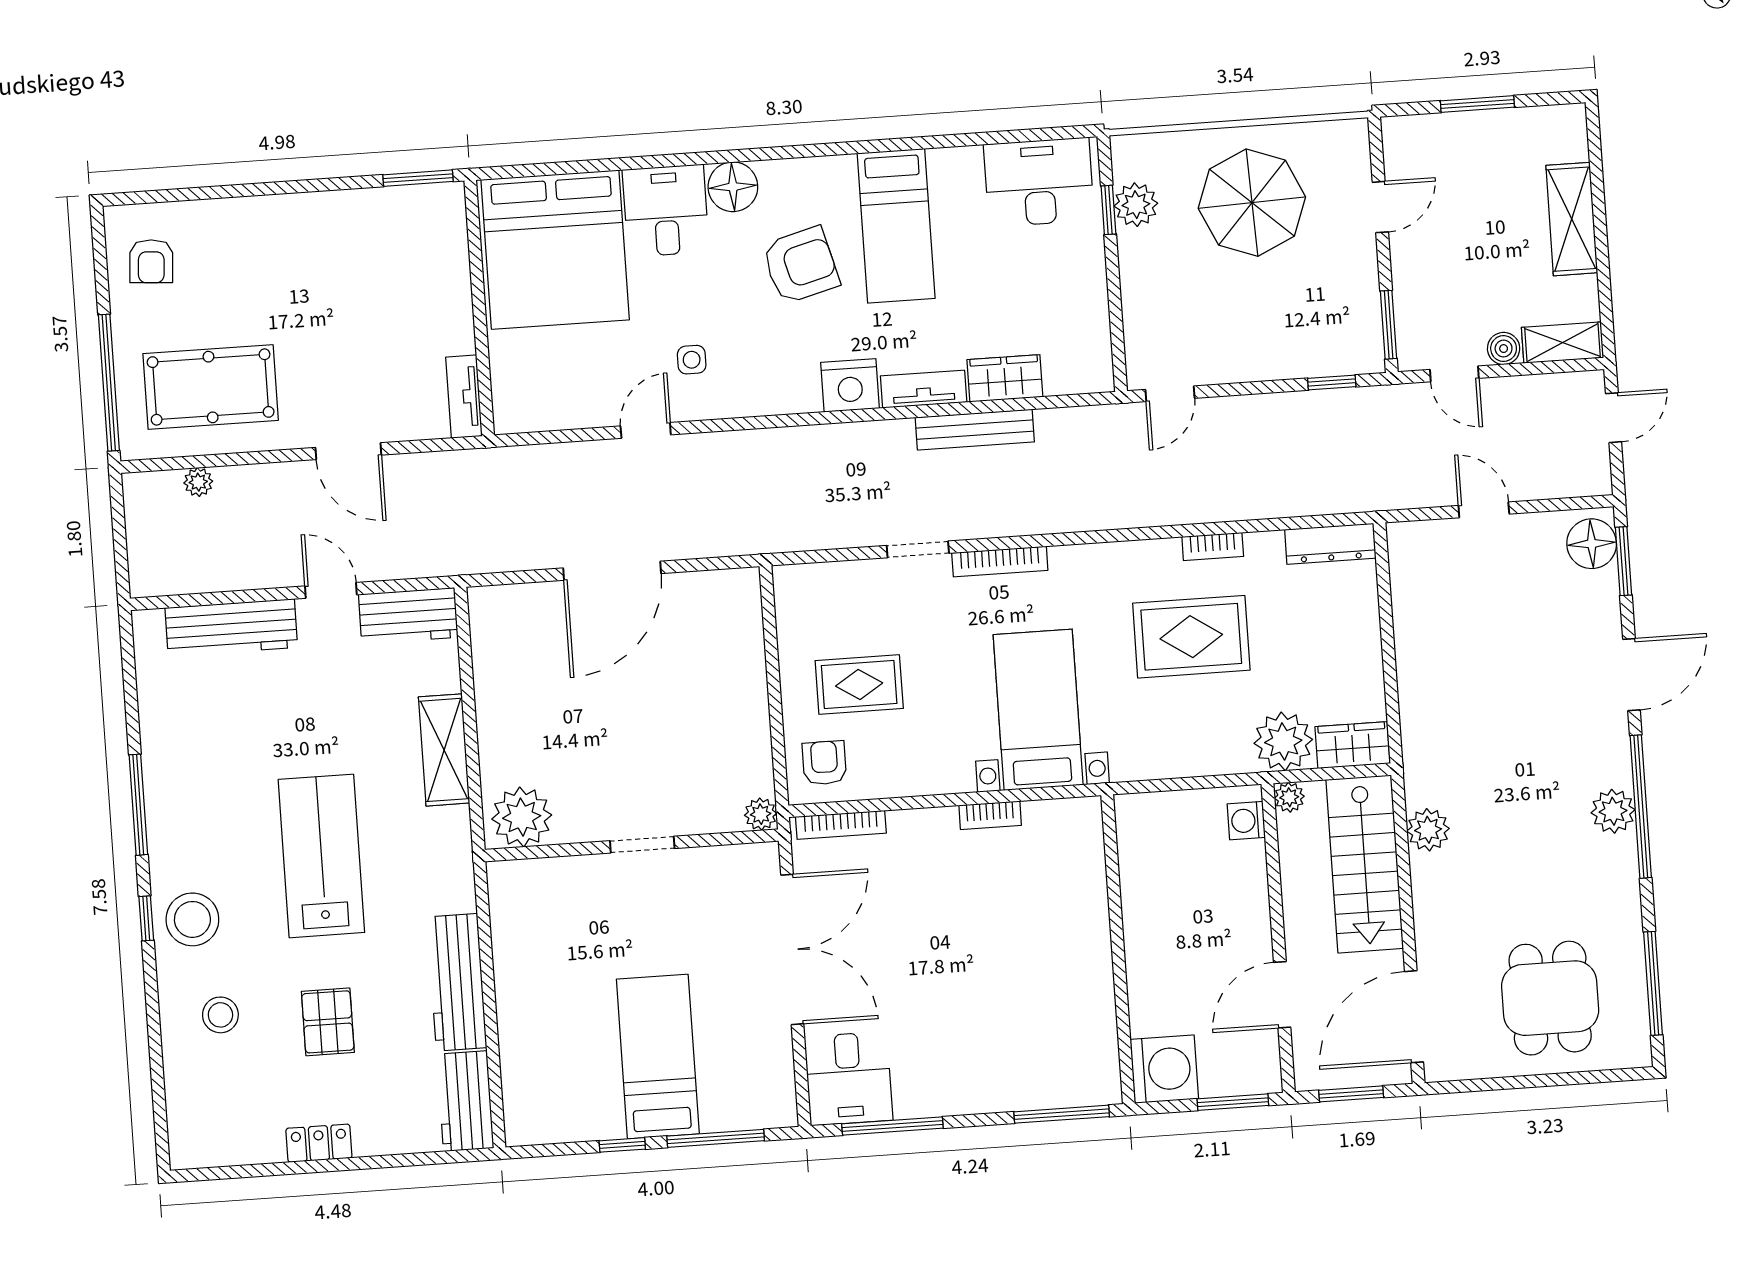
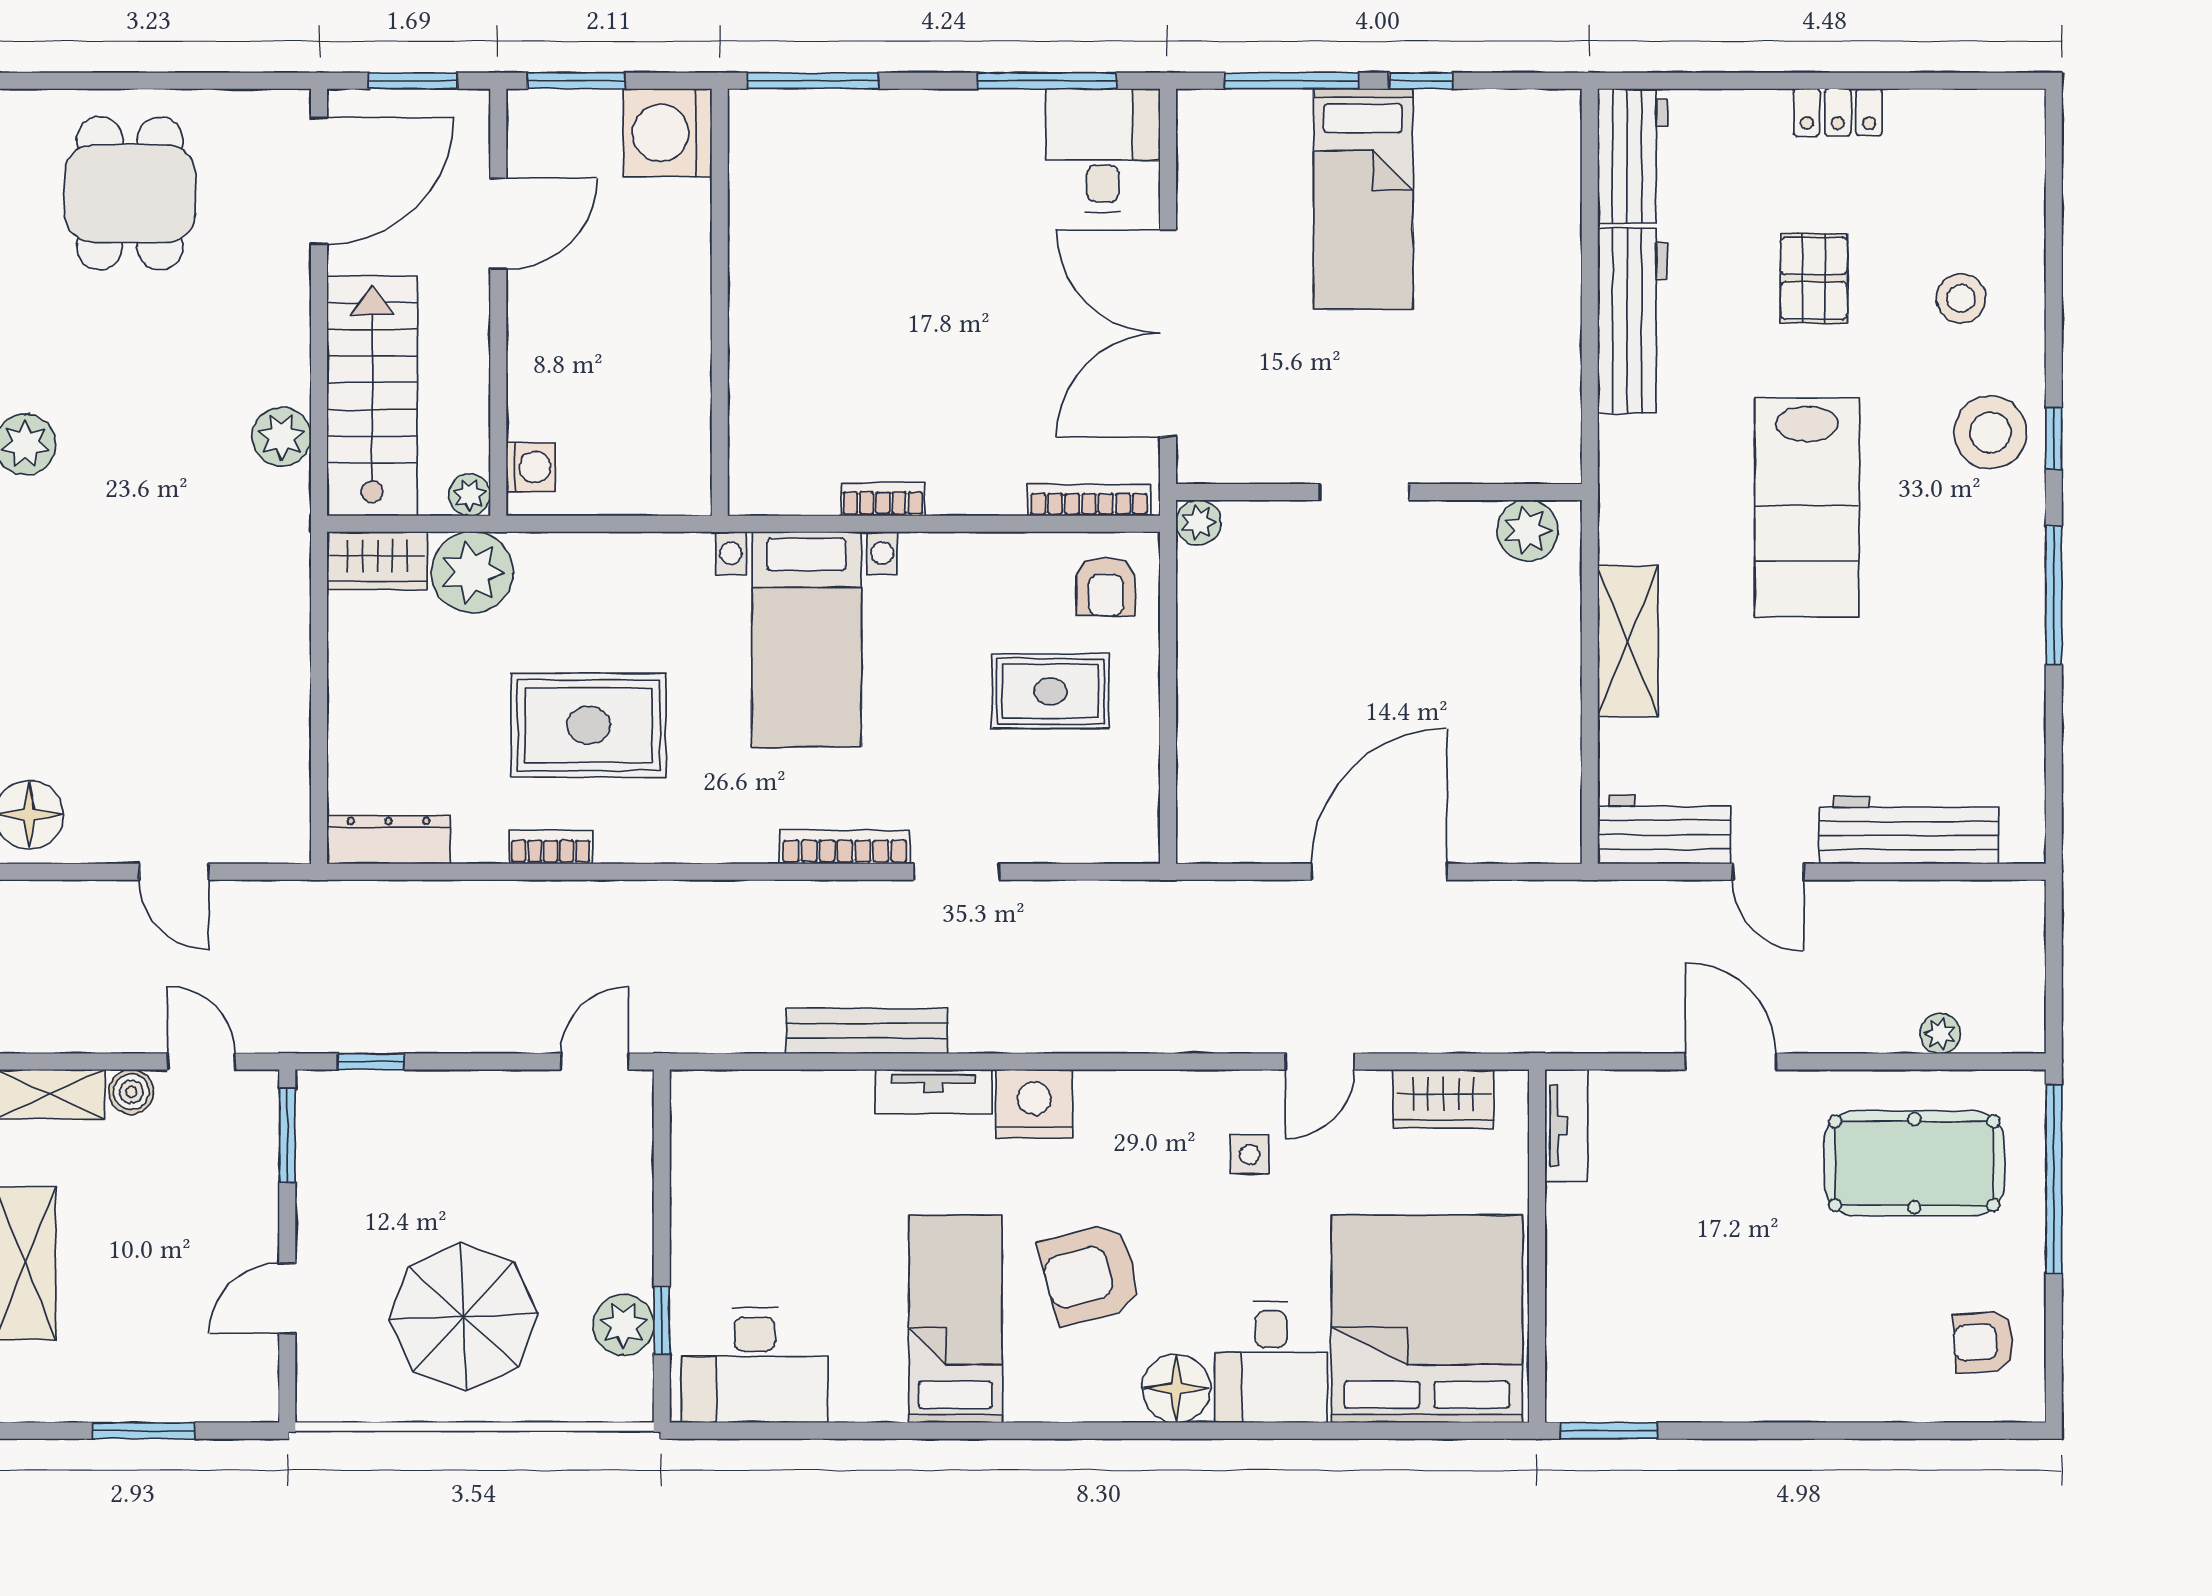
armchair: (151, 261) -> (1984, 1342), turned -98
wardrobe: (1005, 378) -> (1443, 1099), moved
plant: (522, 817) -> (1527, 530), width x0.73, depth x0.73

